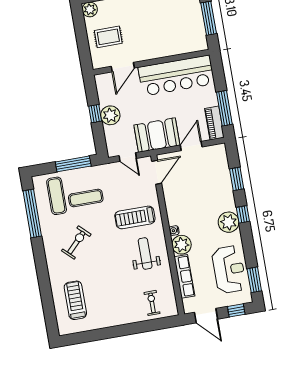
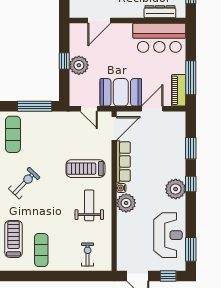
dresser: (182, 48) -> (160, 12), added
bar counter: (176, 76) -> (159, 38), width x0.73
exercise mat: (86, 198) -> (41, 250), moved, turned 90
row of seats: (184, 276) -> (123, 162), moved

